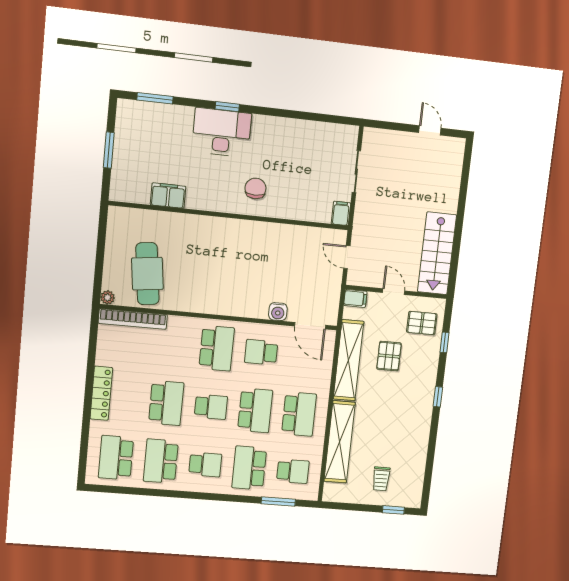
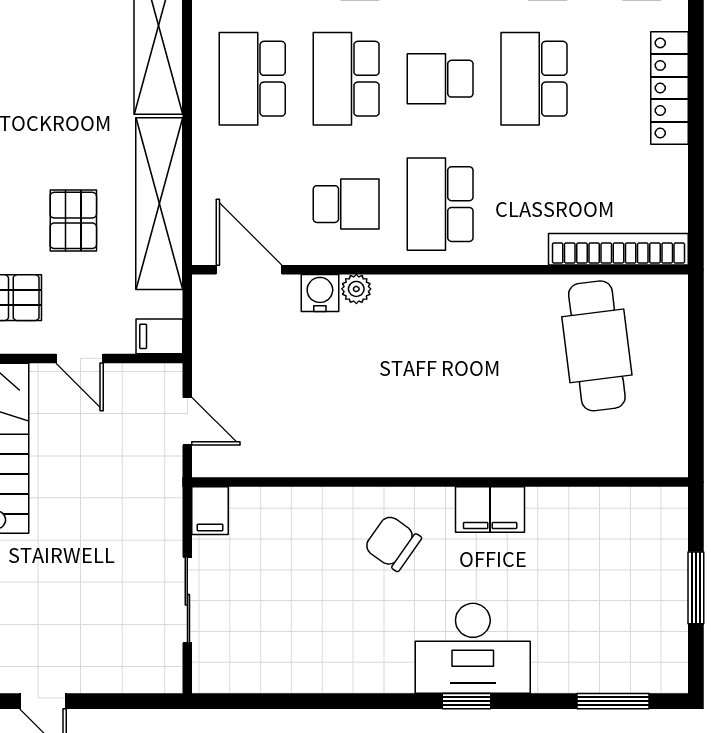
chair: (255, 188) -> (393, 543), turned 125
filing cabinet: (168, 196) -> (490, 509), moved
plant: (108, 297) -> (356, 289), moved

